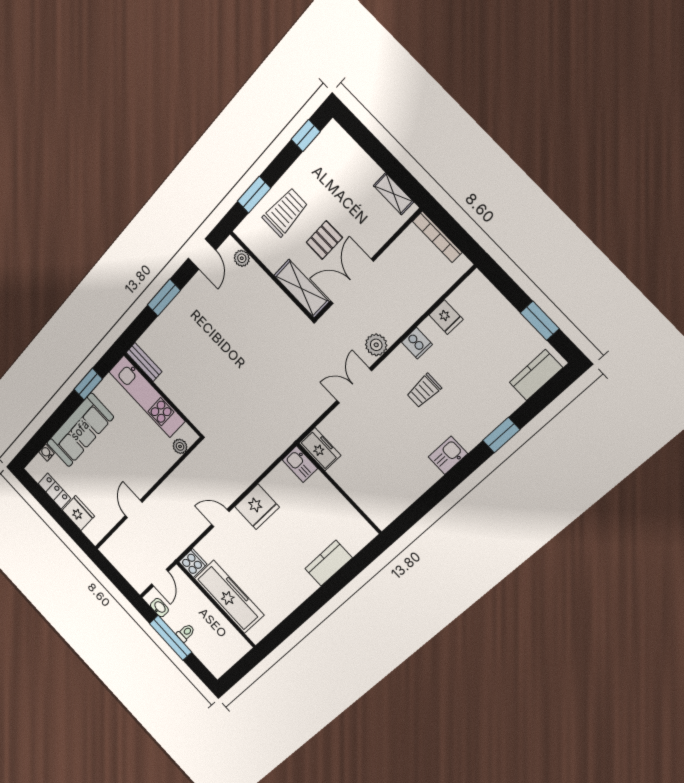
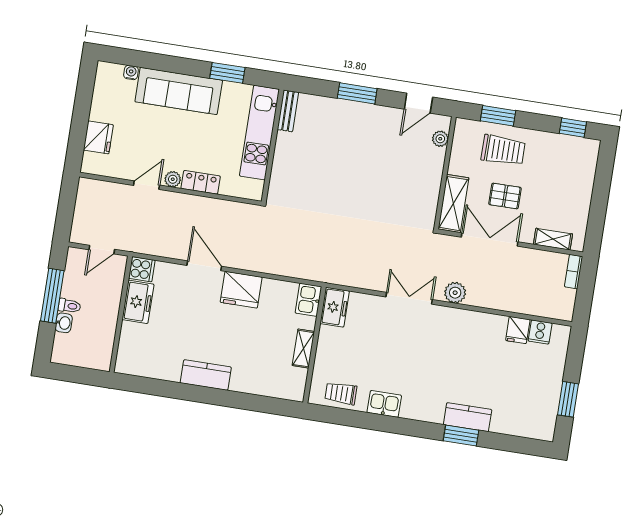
shelving: (393, 194) -> (553, 239), moved, turned 90
bookcase: (437, 237) -> (574, 272), width x0.64
cooker: (417, 343) -> (540, 332), moved
kitchen counter: (536, 375) -> (468, 417), moved
trolley: (424, 391) -> (341, 393), moved
plant: (180, 446) -> (173, 179), moved
kitchen sink: (448, 455) -> (384, 404), moved
locker: (54, 491) -> (201, 182), moved, turned -90
shelving: (336, 499) -> (303, 349), added
door: (220, 518) -> (204, 266), width x1.38
kitchen counter: (328, 563) -> (206, 375), moved
freezer: (229, 597) -> (138, 302), width x0.52, depth x0.79
washbasin: (159, 608) -> (64, 323), moved

